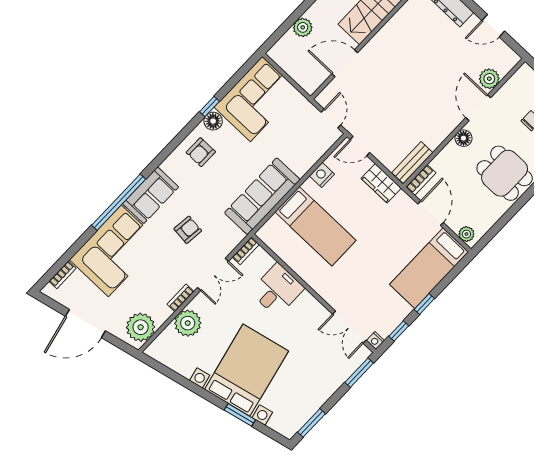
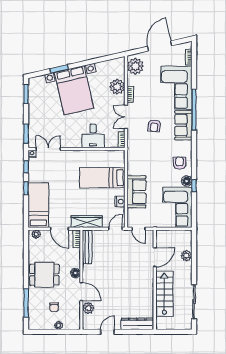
bench: (412, 163) -> (87, 247), width x1.36
wardrobe: (381, 183) -> (87, 222), width x1.50
sofa: (262, 196) -> (136, 192), moved, width x0.73

